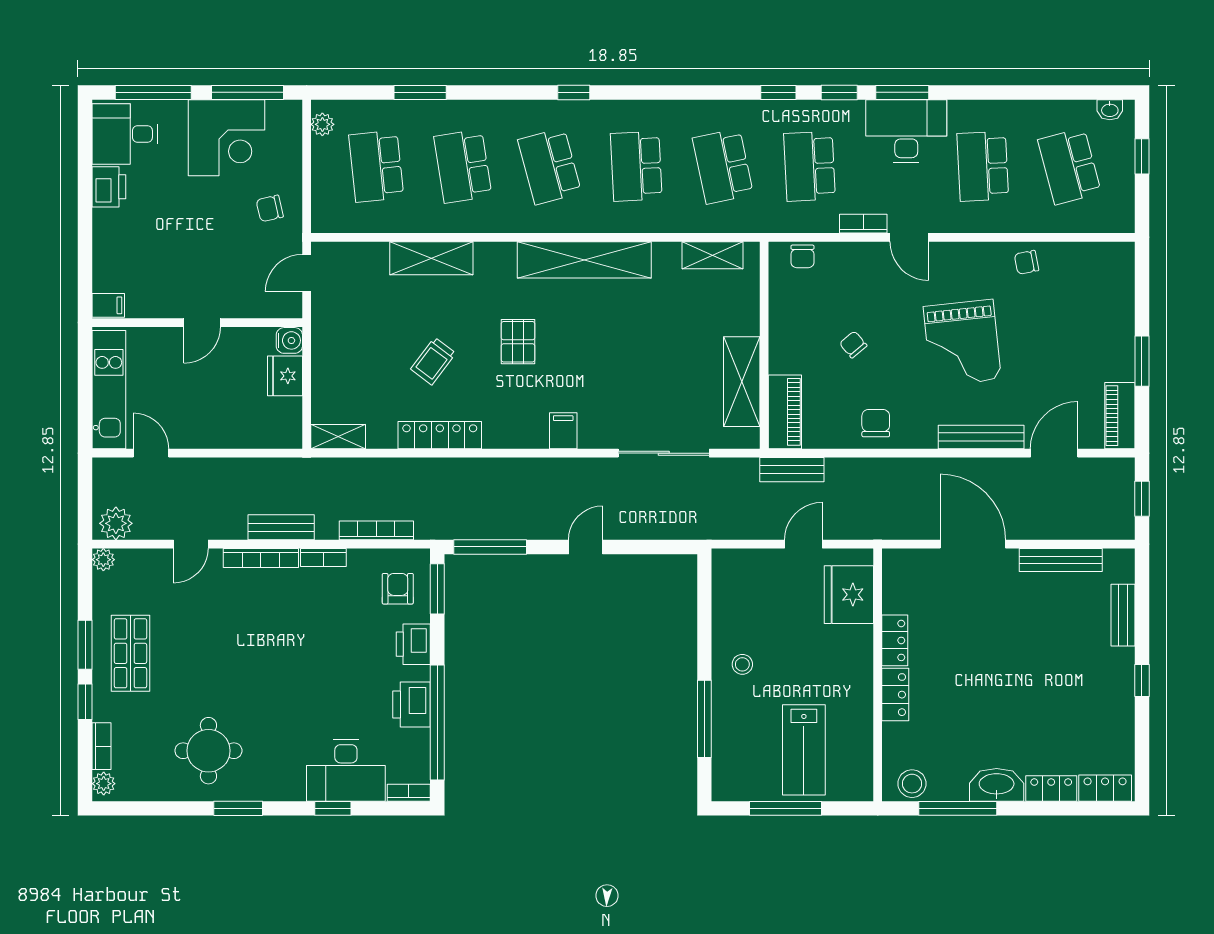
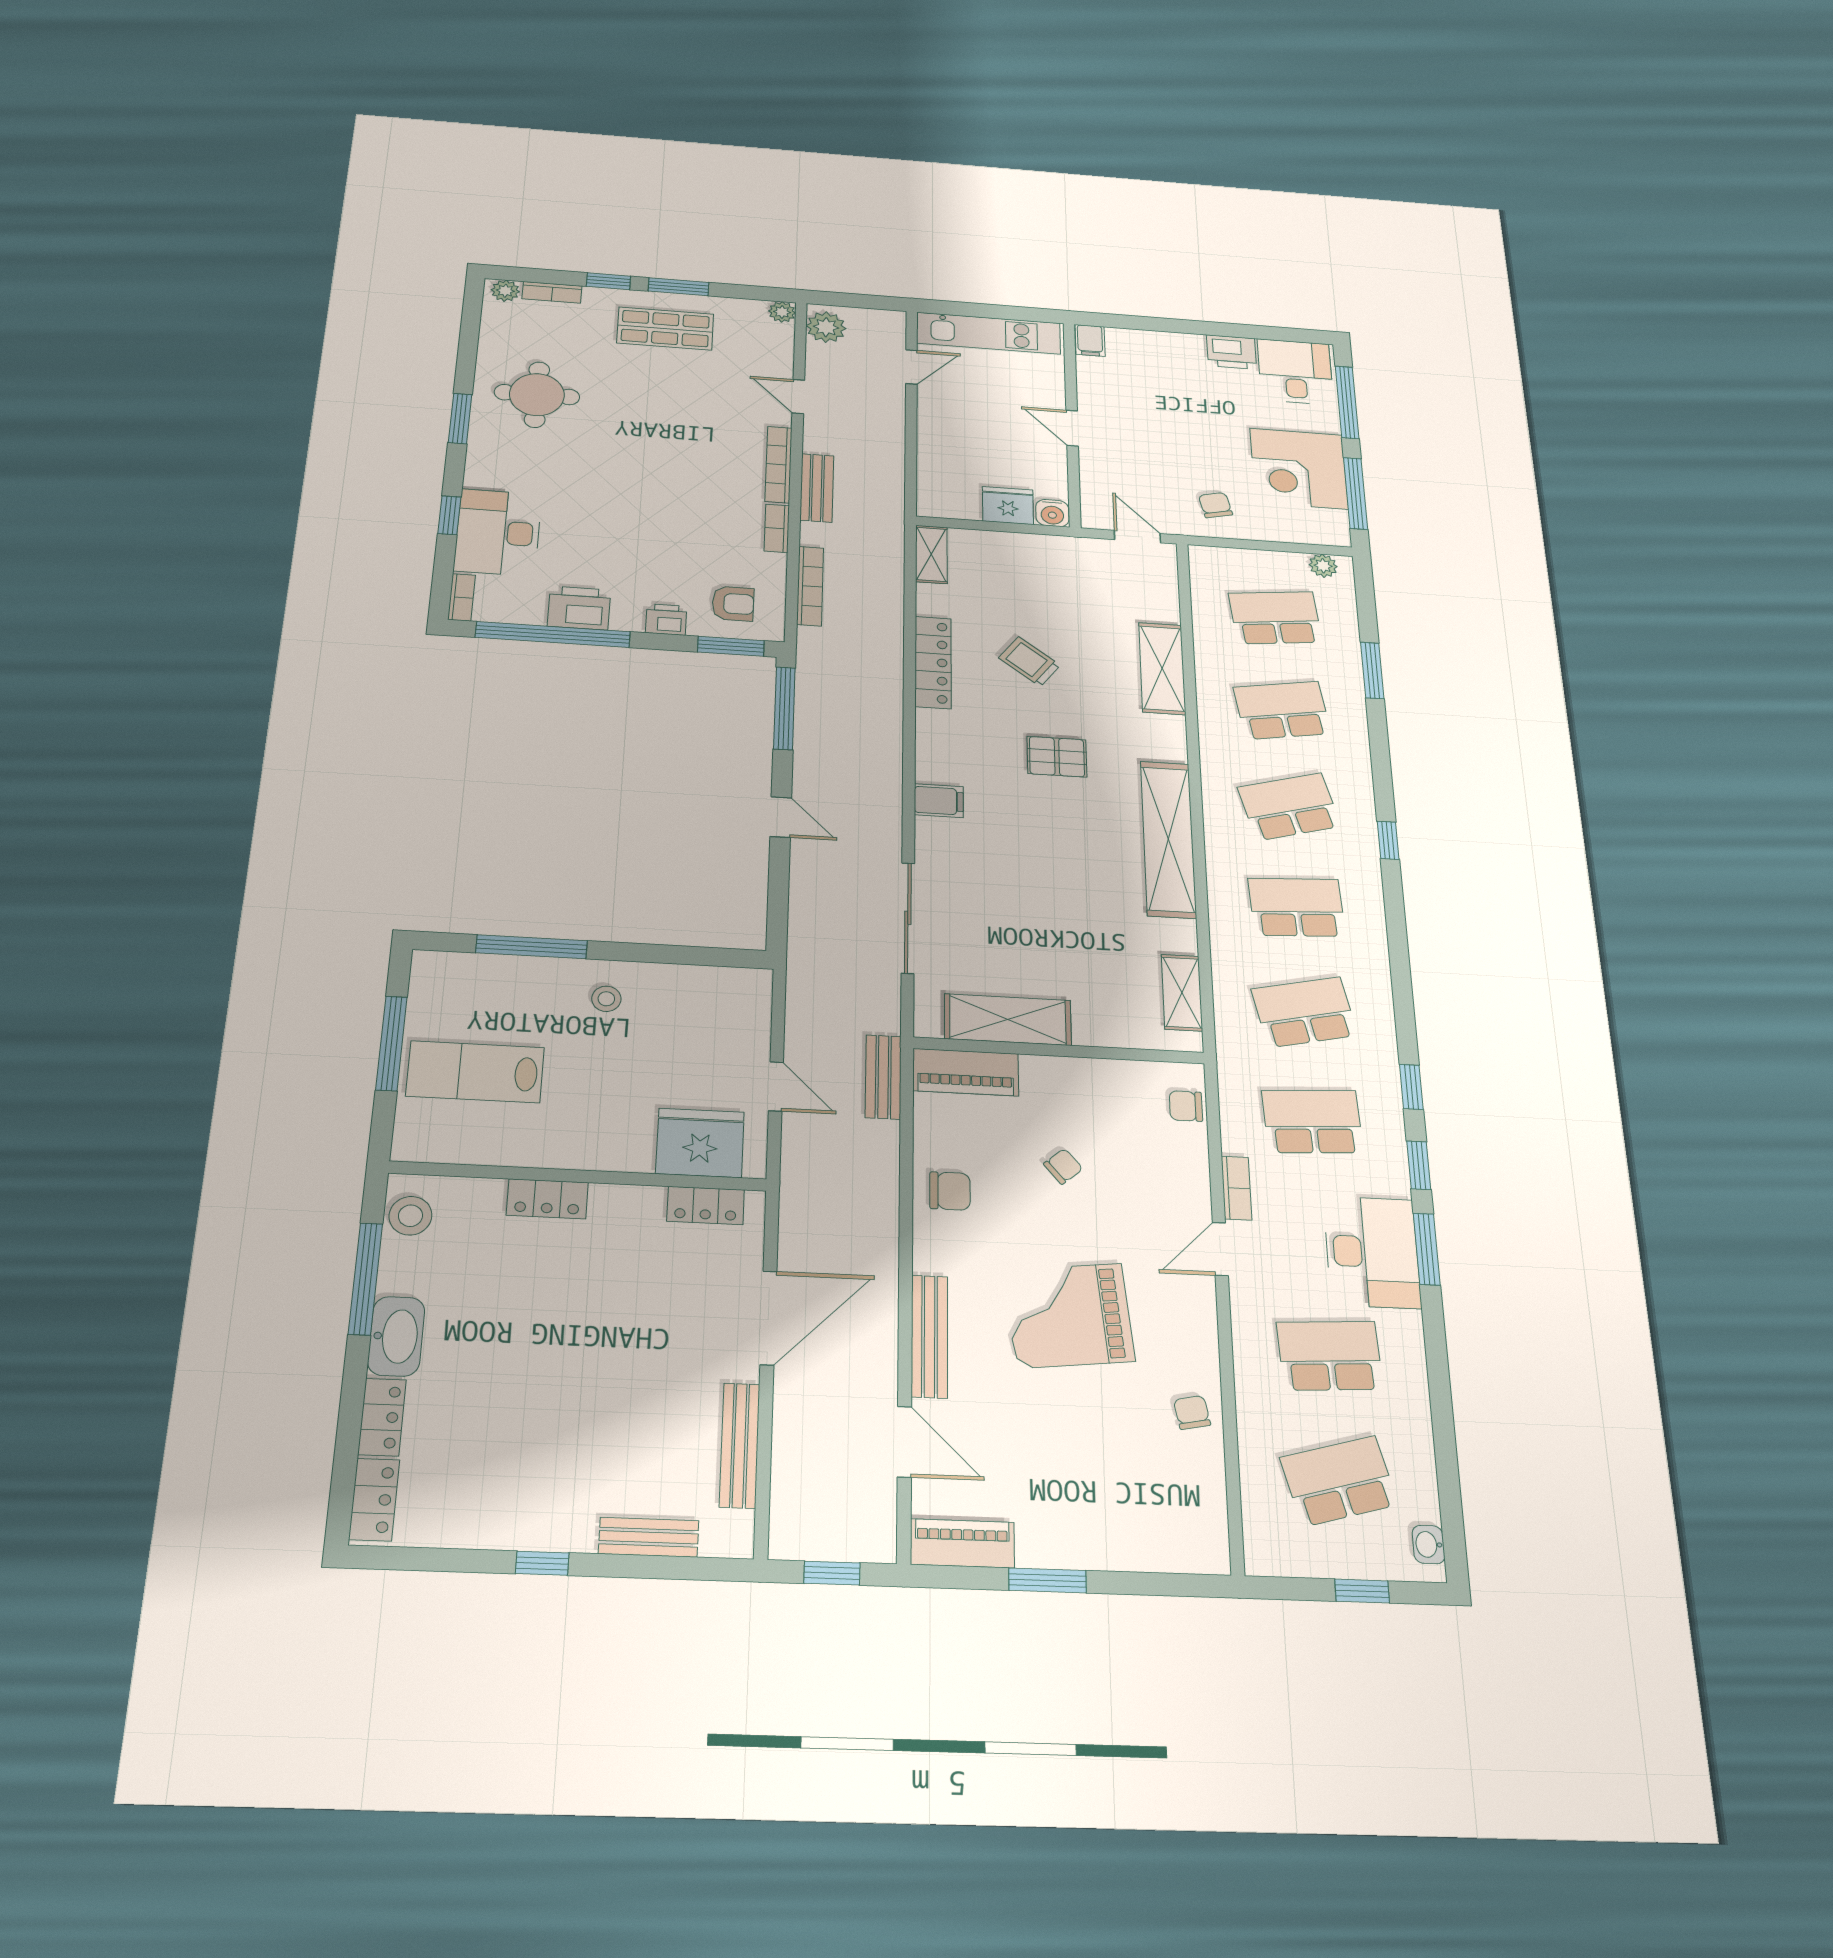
locker: (895, 640) -> (706, 1206), moved
printer: (413, 644) -> (666, 619), width x0.73, depth x0.81

